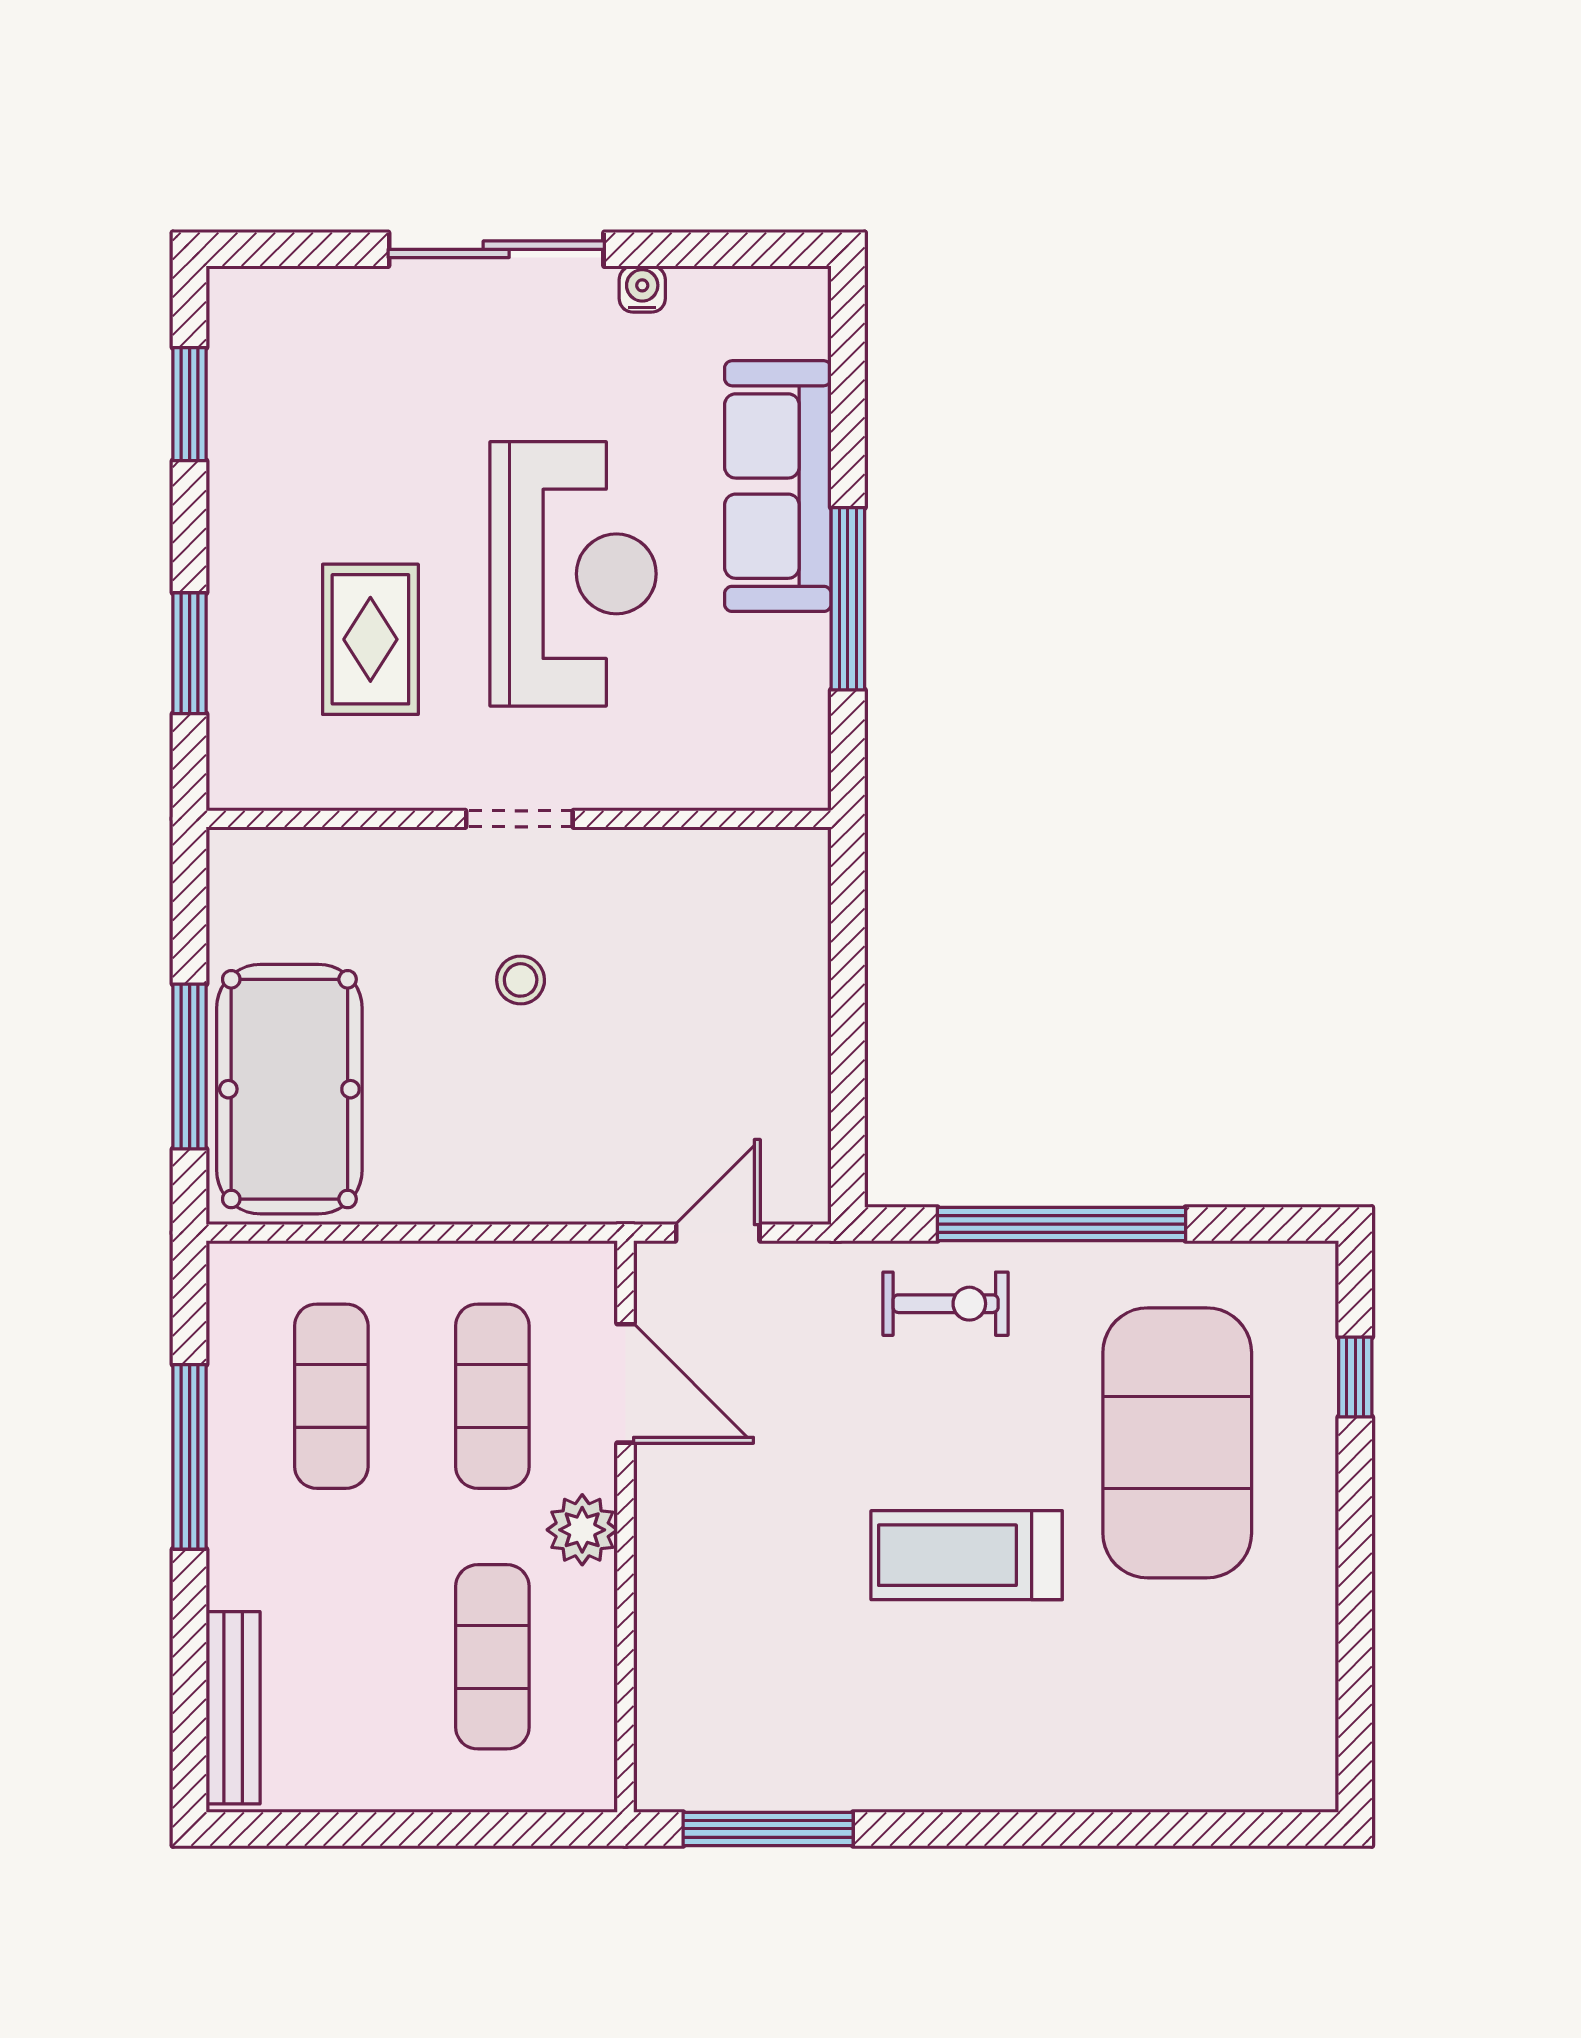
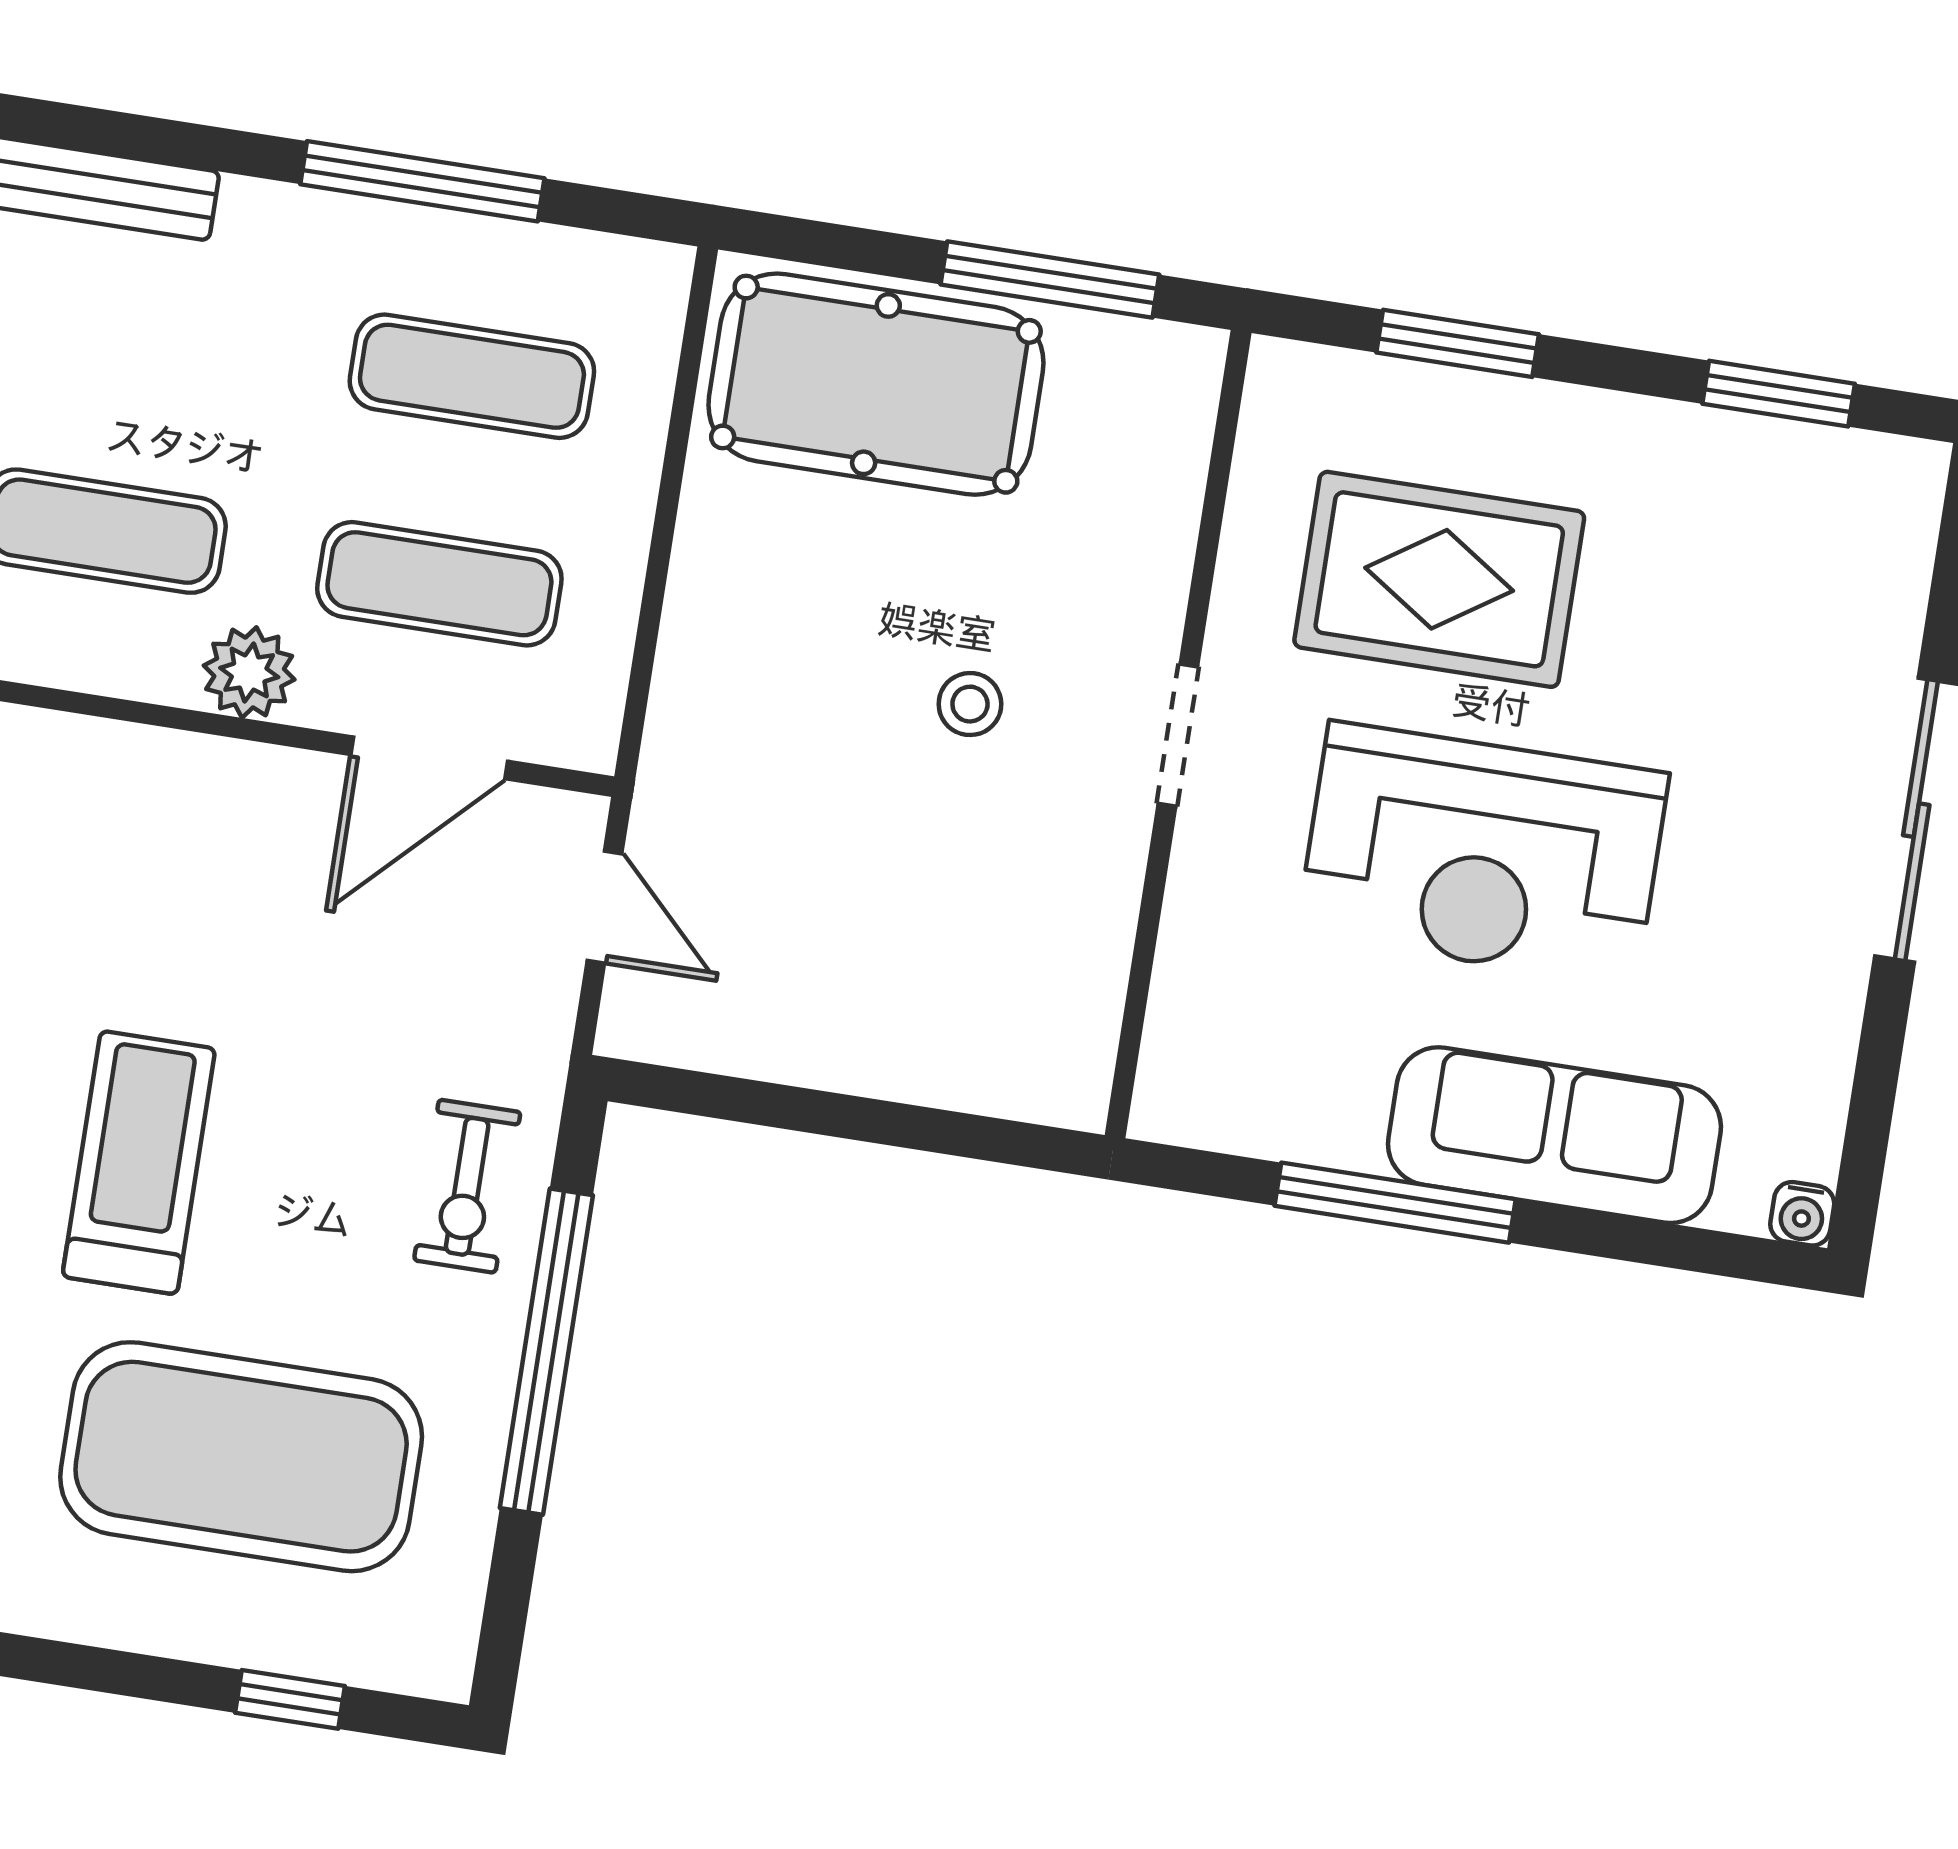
water cooler: (642, 289) -> (1802, 1214), moved, turned 90
rug: (370, 639) -> (1439, 579), width x1.36, depth x1.43
window: (190, 1066) -> (1050, 280), moved

